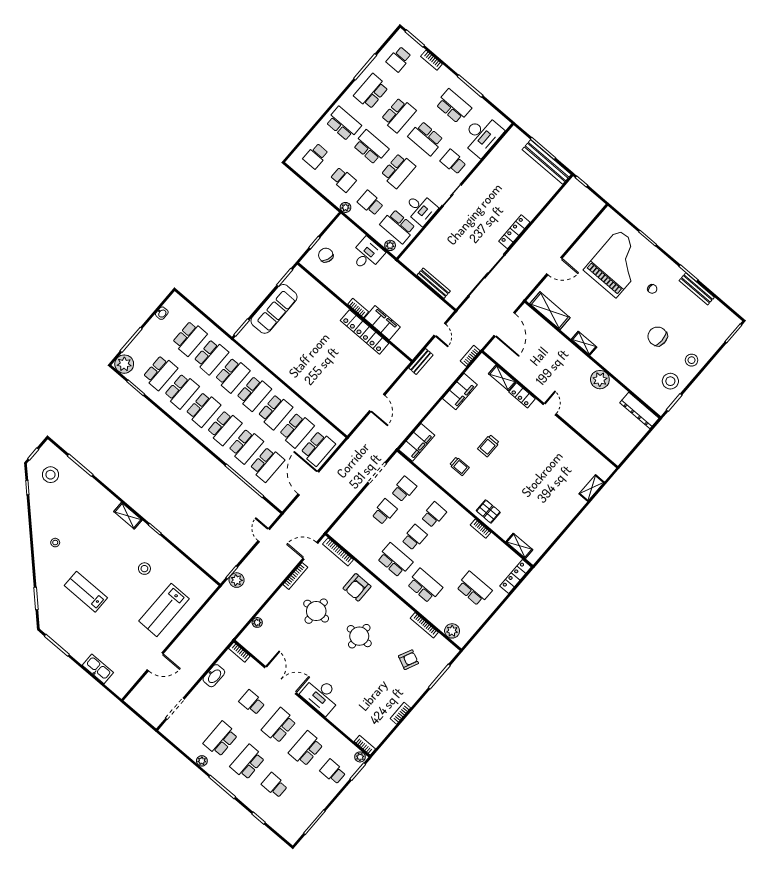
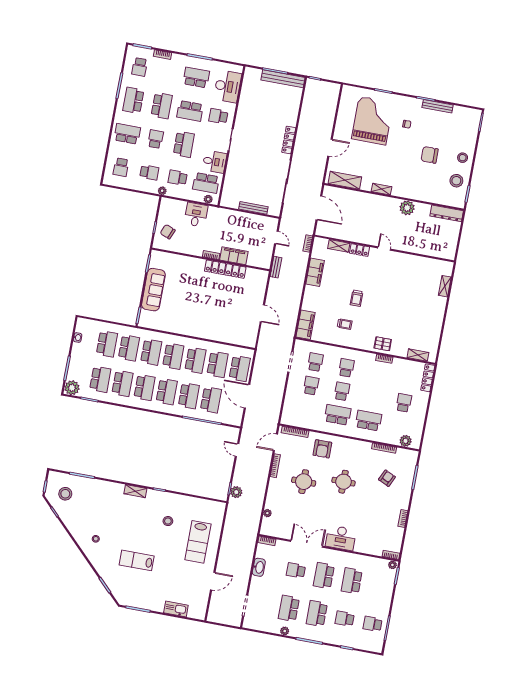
school desk: (371, 147) -> (156, 139), width x0.54
school desk: (474, 589) -> (404, 403), width x0.54
school desk: (333, 772) -> (373, 624), moved

